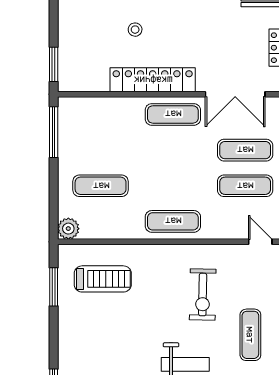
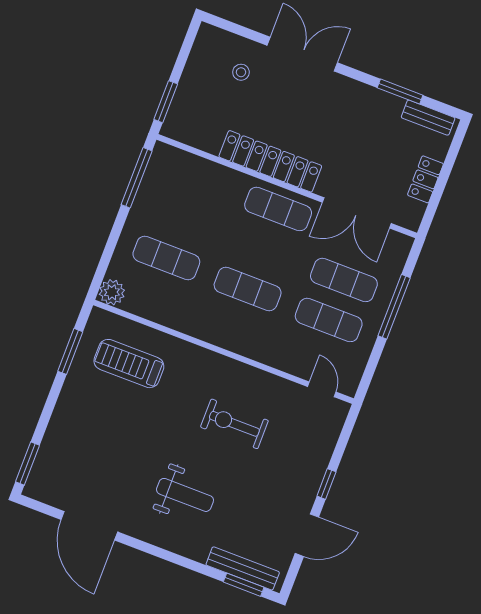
stool: (135, 30) -> (241, 72), moved
exercise mat: (173, 221) -> (248, 289), moved
treadmill: (103, 279) -> (129, 364), turned 180
exercise bike: (203, 295) -> (234, 424), turned 89
exercise mat: (250, 335) -> (271, 490), removed

